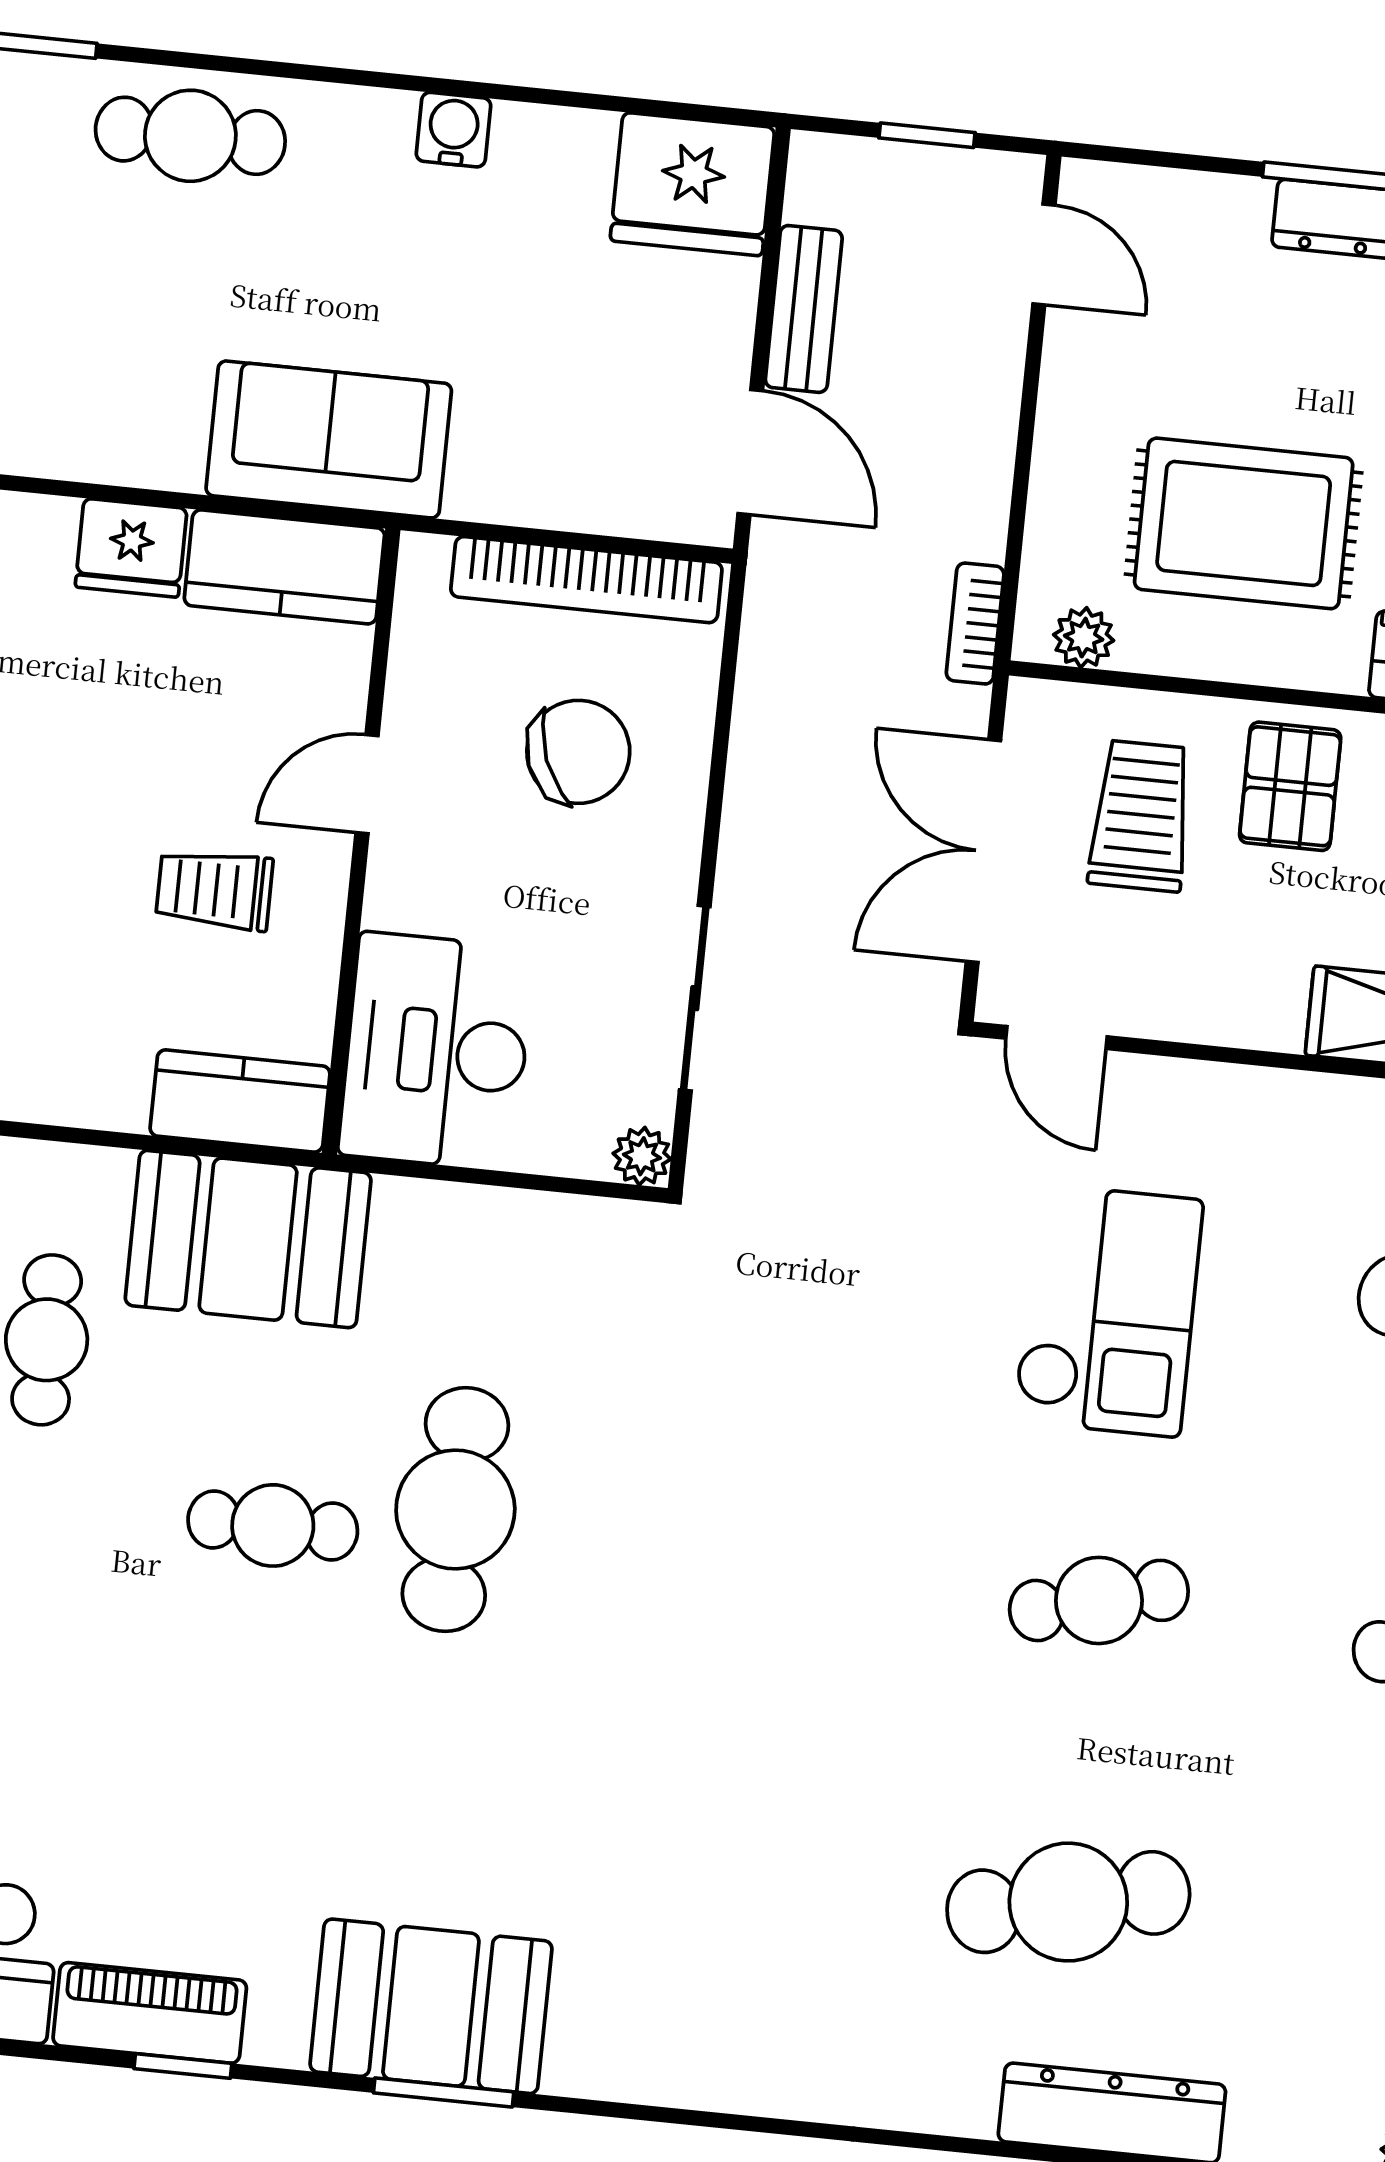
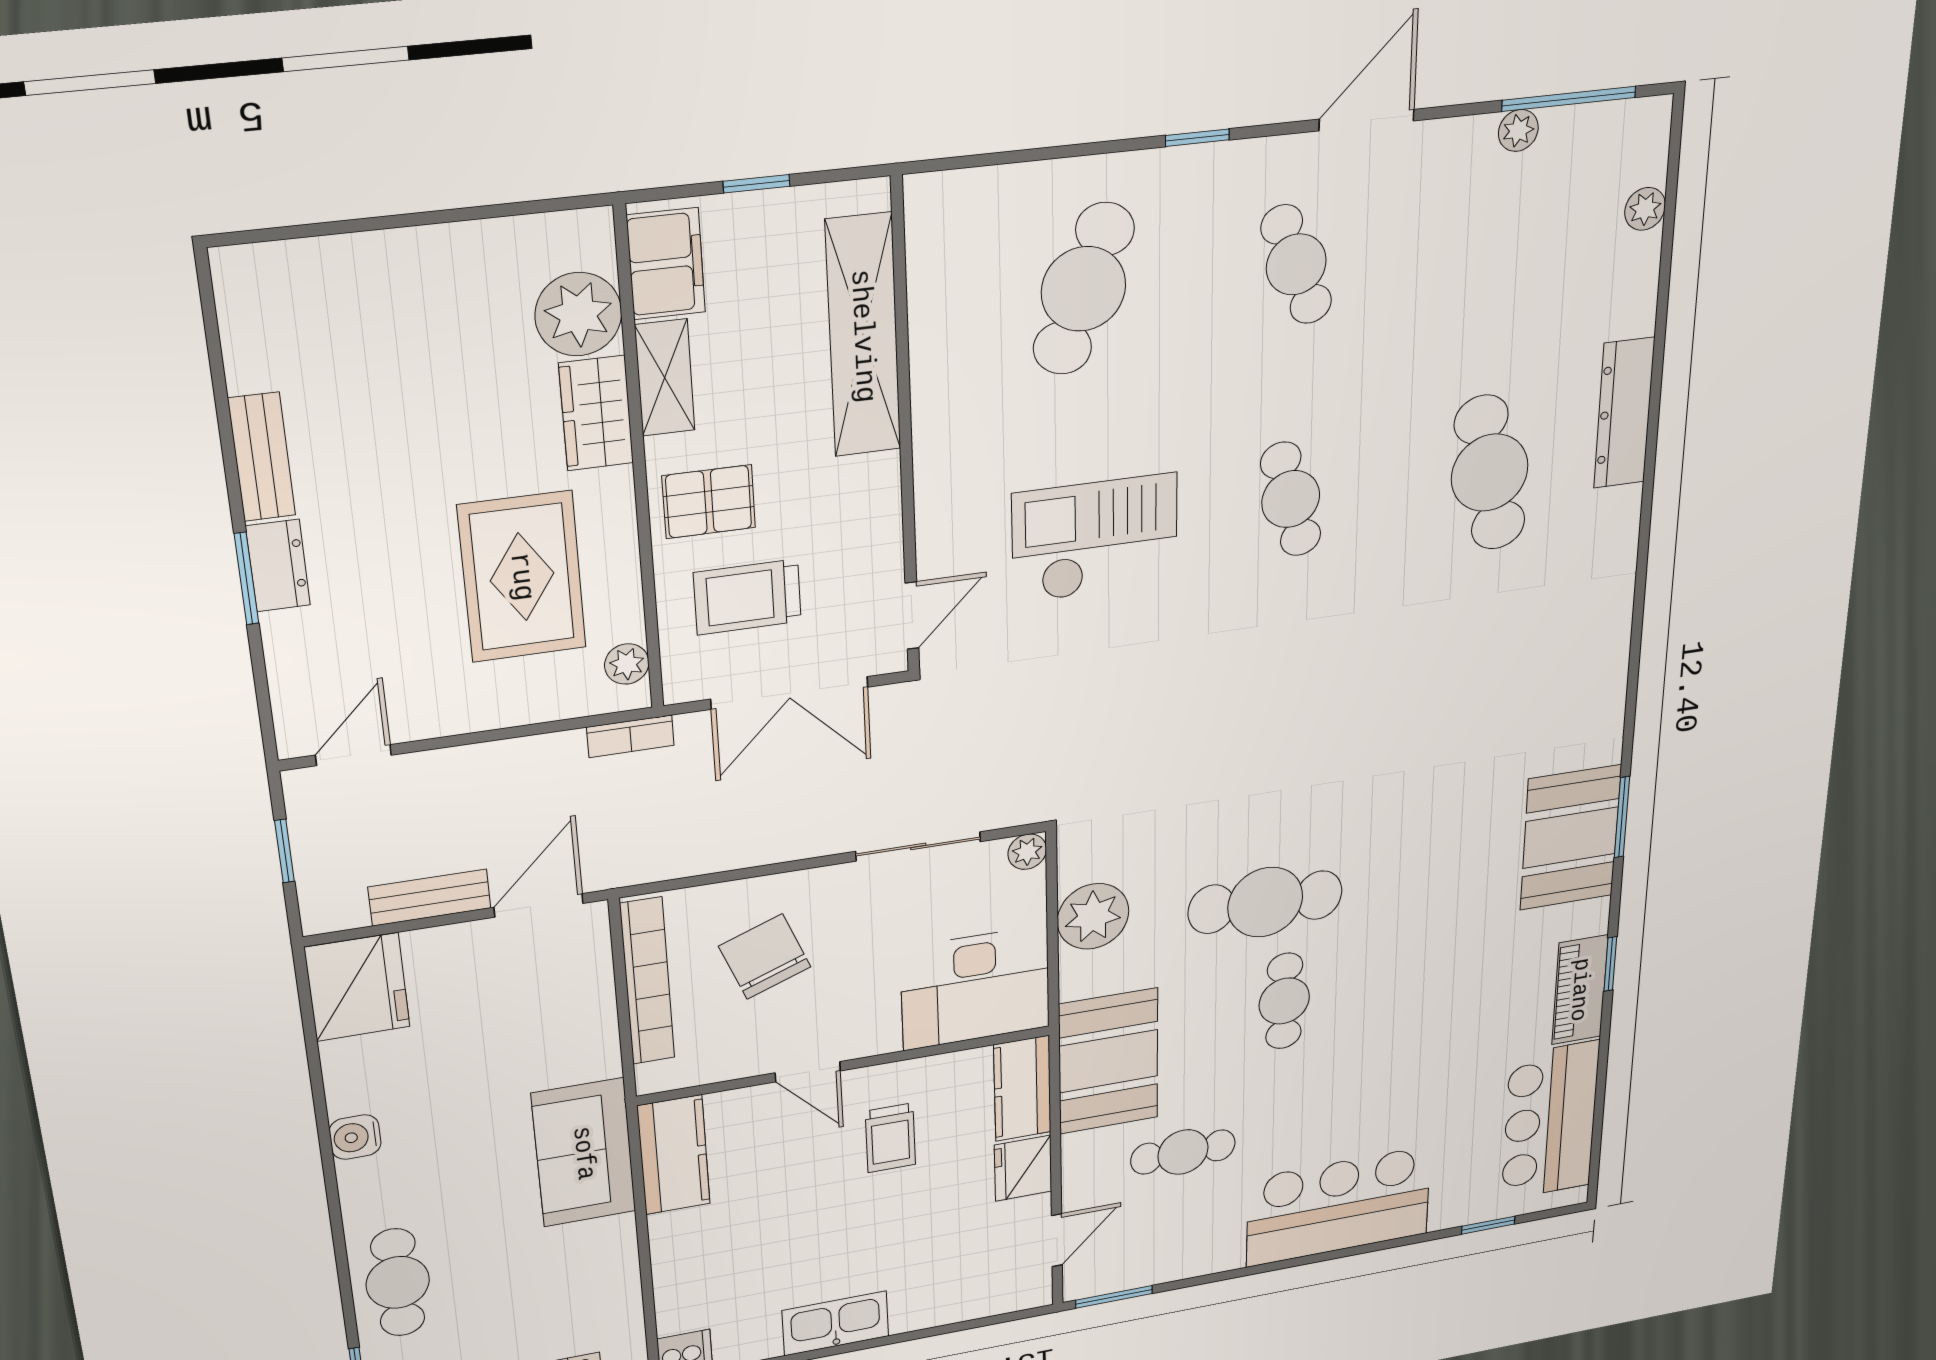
fridge: (131, 548) -> (1023, 1168), moved, turned 180
plant: (507, 1242) -> (1093, 916), added

